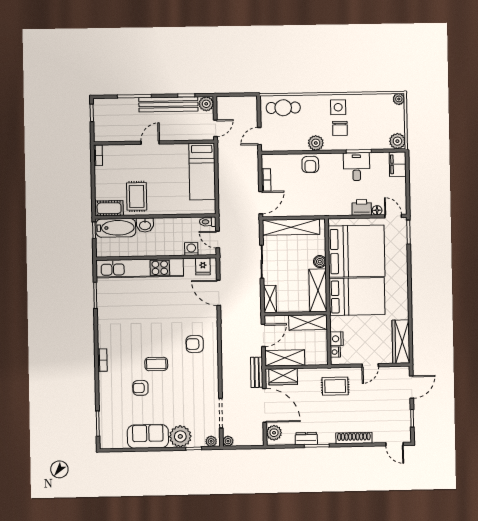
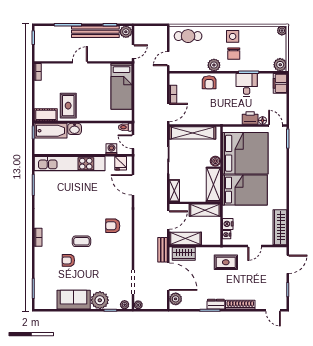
dresser: (306, 438) -> (216, 304), moved

